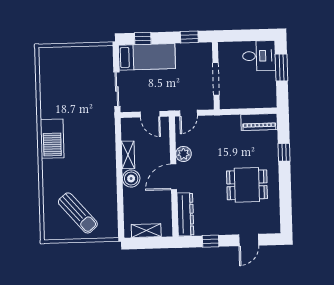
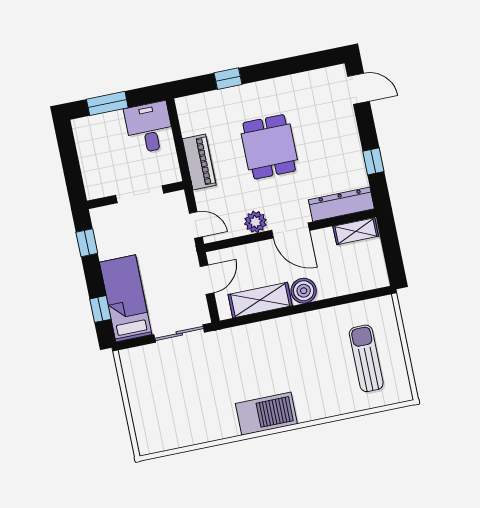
desk: (259, 56) -> (149, 127), moved
piano: (259, 122) -> (199, 162), moved
shelving: (128, 155) -> (260, 300), width x1.50, depth x1.33
dining table: (247, 185) -> (269, 147), moved
sun lounger: (78, 213) -> (366, 358), turned -49
shelving: (146, 231) -> (356, 231), moved, turned 90
door: (249, 240) -> (358, 89), moved

